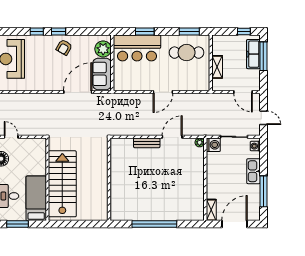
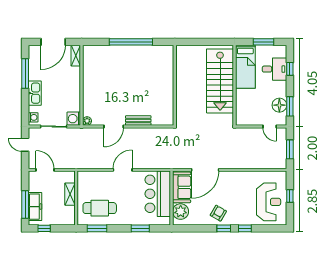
bar counter: (137, 48) -> (158, 194), moved, turned -90

